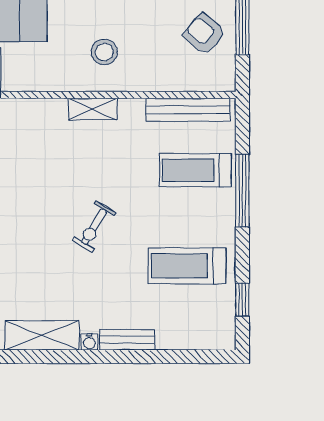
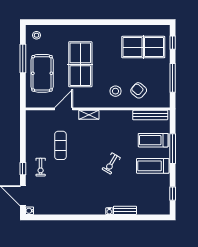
armchair: (204, 34) -> (139, 90), moved
shelving: (93, 109) -> (89, 115), moved
treadmill: (187, 266) -> (153, 166), moved
shelving: (42, 335) -> (90, 209), removed

